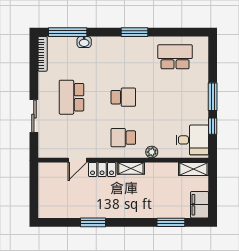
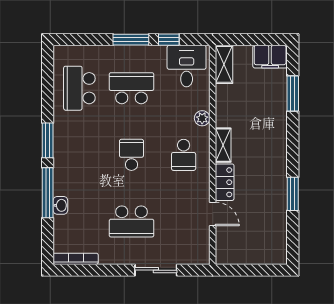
window: (68, 32) -> (48, 193), moved
school desk: (175, 97) -> (131, 88), added

